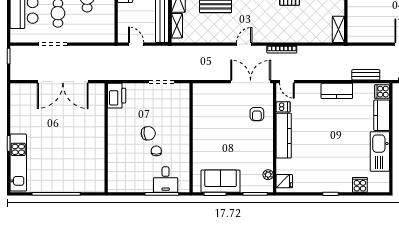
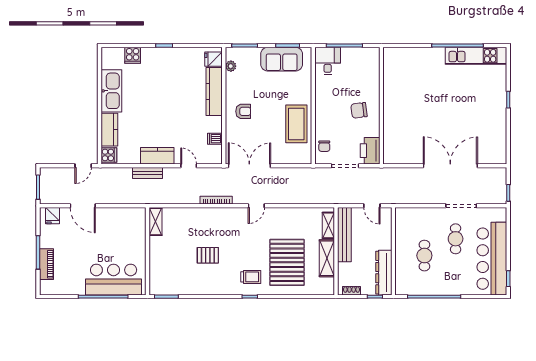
bench: (366, 75) -> (148, 173), moved
double door: (251, 82) -> (249, 166), swing flipped
door: (287, 82) -> (189, 166), moved
printer: (117, 96) -> (370, 151), moved
armchair: (257, 114) -> (243, 111), moved, turned 90
coffee table: (207, 121) -> (296, 124), added
kitchen counter: (284, 136) -> (214, 92), moved
wall: (106, 138) -> (381, 106), moved
chair: (156, 151) -> (324, 146), moved
kitchen unit: (18, 163) -> (476, 56), moved, turned -90
desk: (166, 180) -> (328, 61), moved

